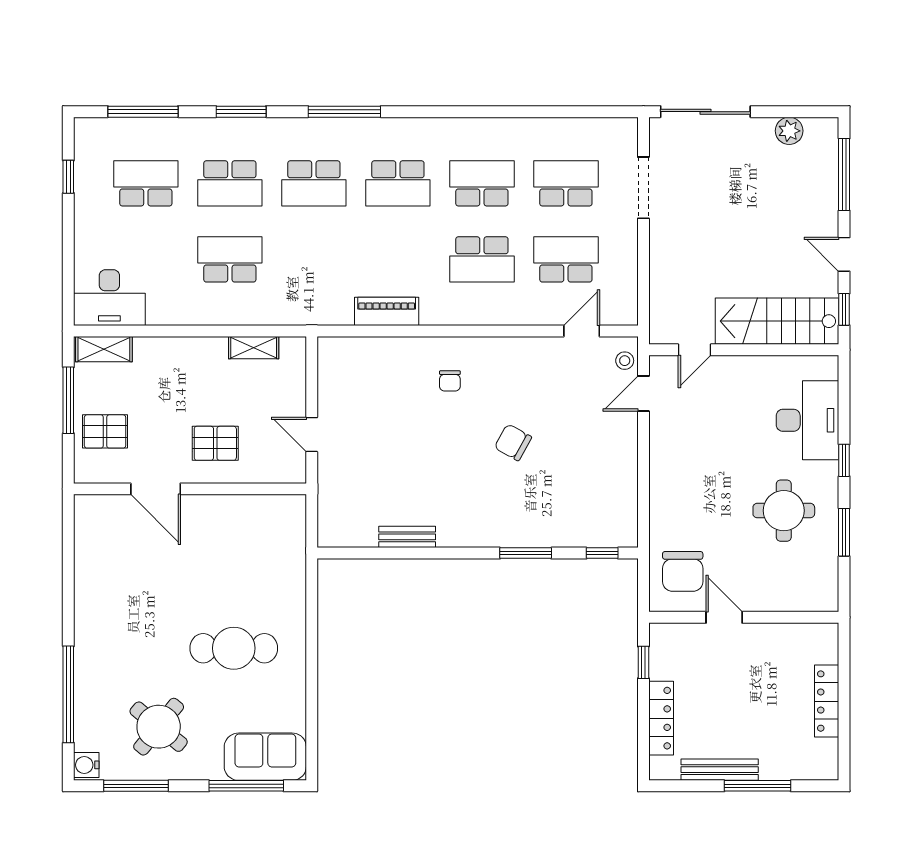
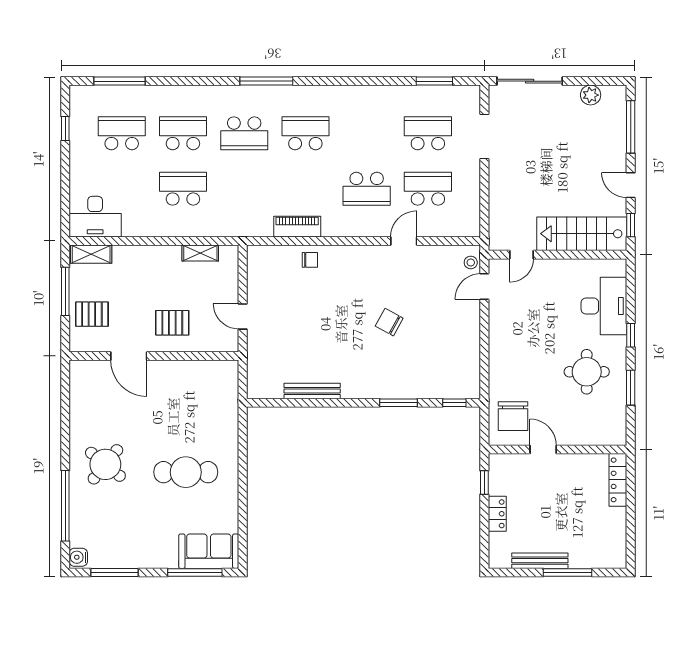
window: (241, 112) -> (434, 81), moved
school desk: (230, 183) -> (183, 133), turned 180
school desk: (398, 183) -> (305, 133), turned 180
school desk: (482, 183) -> (367, 133), removed
door: (582, 331) -> (404, 241), moved
chair: (450, 381) -> (310, 260), moved, turned -90
bench: (407, 537) -> (312, 391), width x1.36
locker: (827, 701) -> (618, 480), moved
locker: (661, 718) -> (497, 514), width x0.66
round table: (159, 727) -> (105, 464), moved

